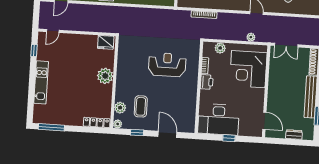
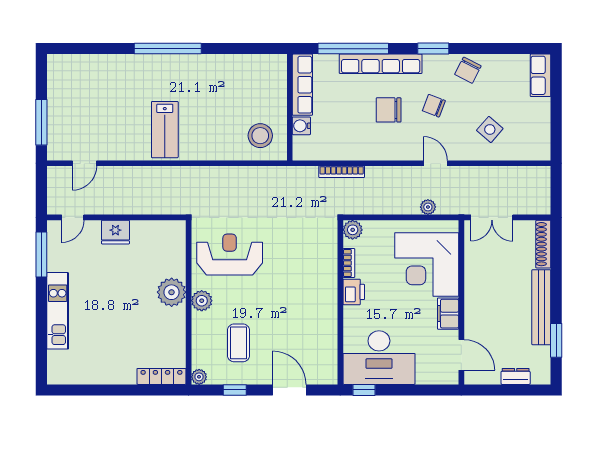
fridge: (106, 42) -> (115, 232), moved
plant: (220, 48) -> (353, 230), moved
window: (34, 50) -> (41, 255), width x2.17
reception desk: (167, 65) -> (230, 255), moved
filing cabinet: (258, 97) -> (448, 314), added
plant: (120, 108) -> (202, 301), moved
window: (51, 127) -> (81, 390), removed
window: (229, 138) -> (364, 390), moved

